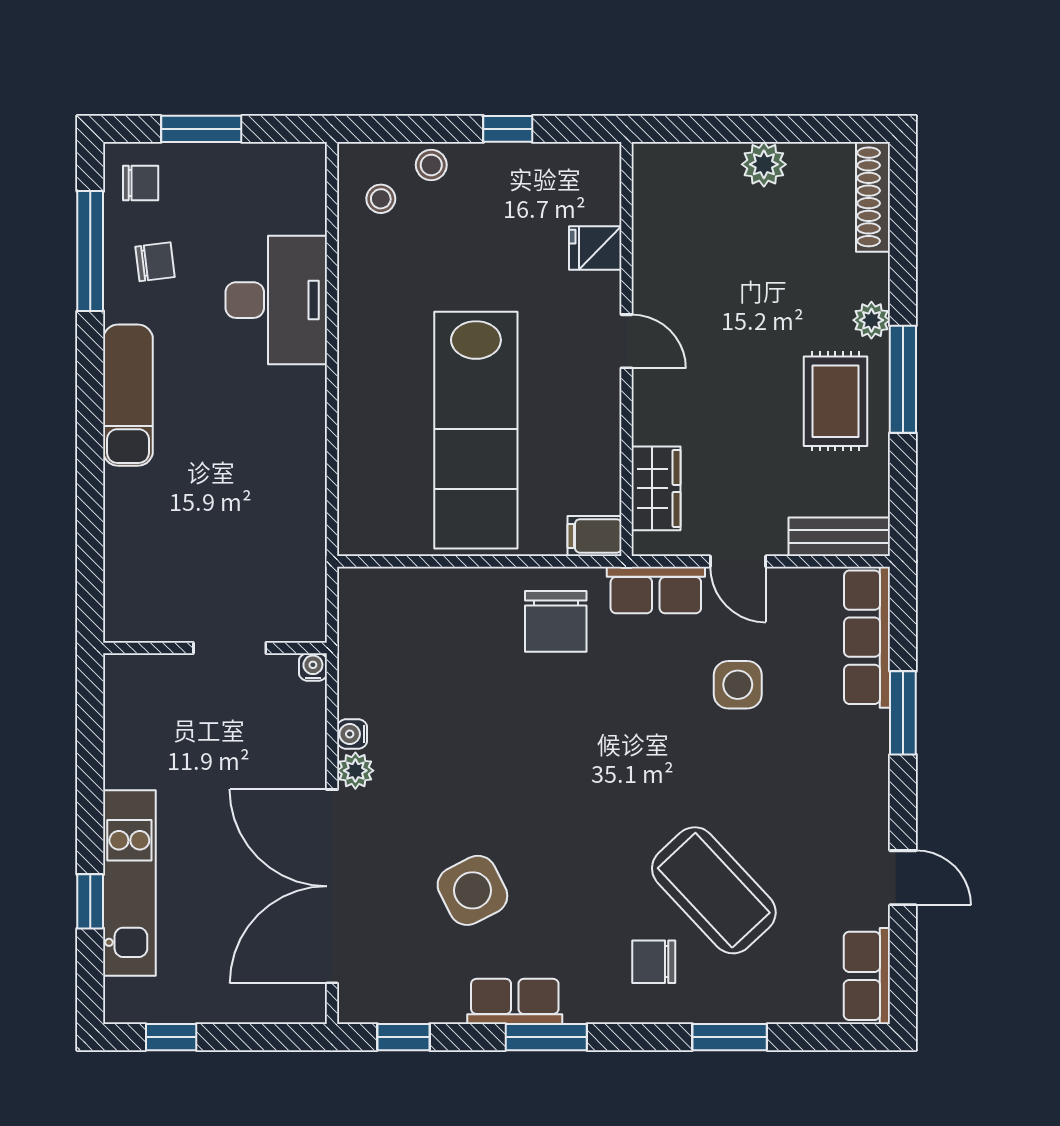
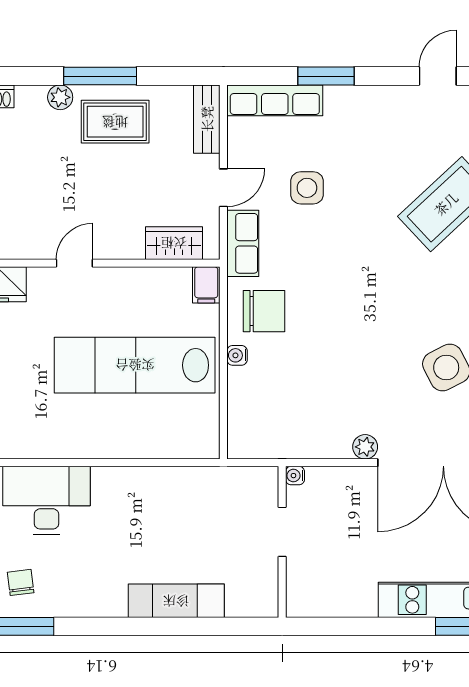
exam couch: (128, 395) -> (176, 601), moved
lab bench: (476, 430) -> (135, 365), turned 180
water cooler: (352, 734) -> (237, 355), moved, turned 90

